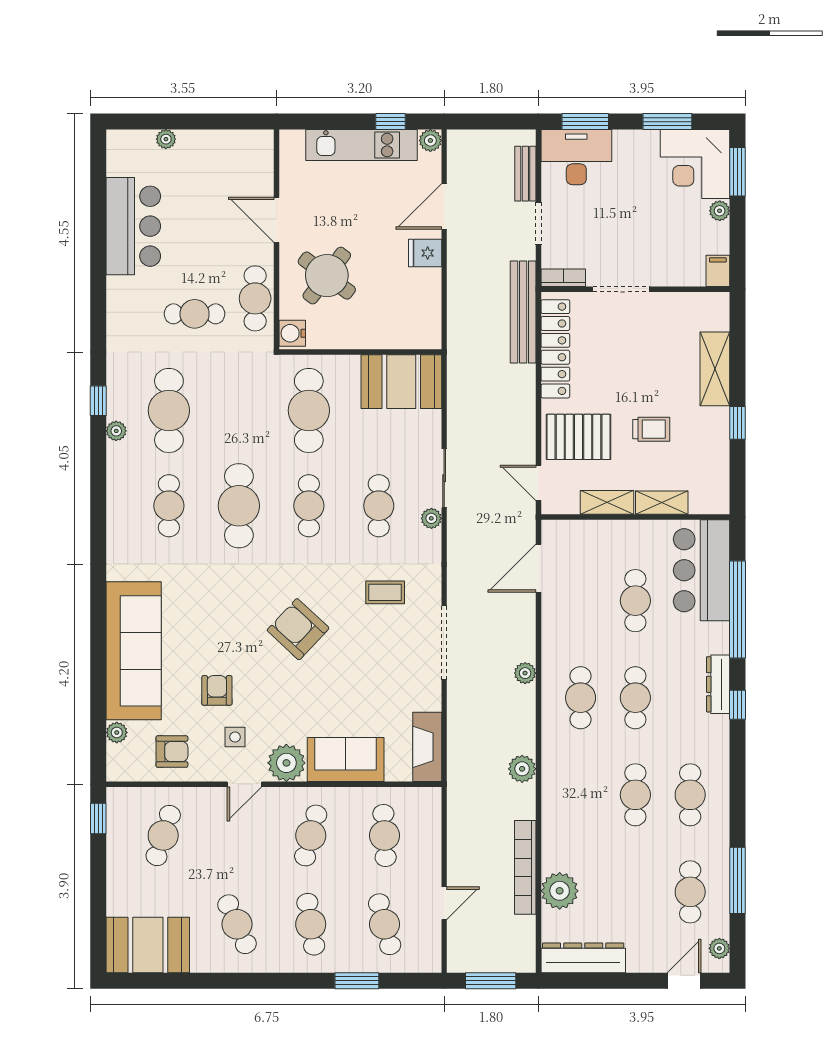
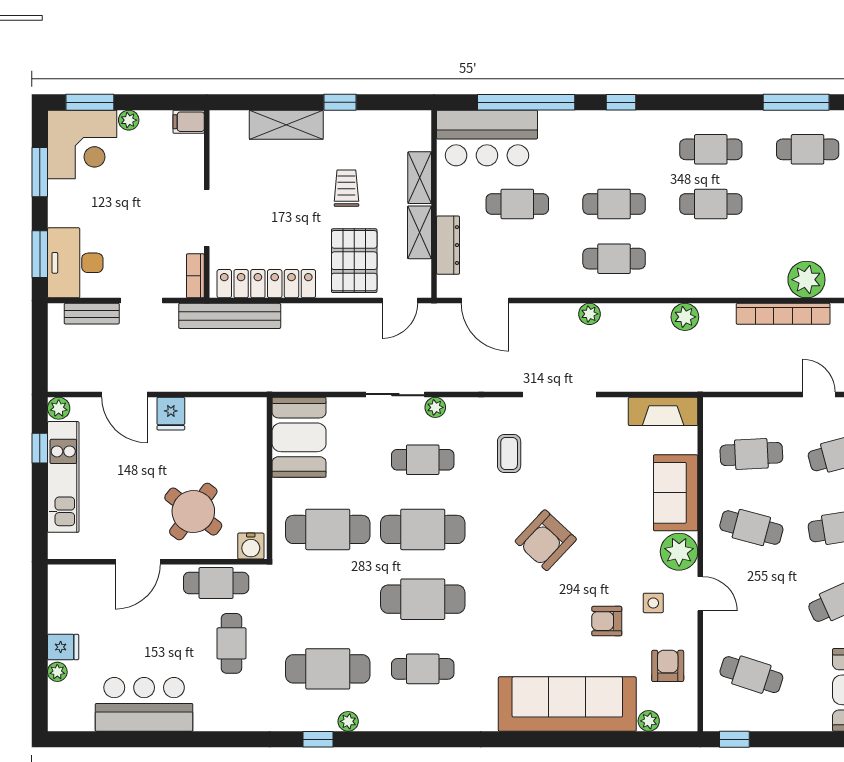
fridge: (191, 145) -> (63, 647), added
cafe table: (309, 506) -> (423, 529), width x1.37, depth x1.35
dresser: (718, 684) -> (448, 245), moved, turned -90

